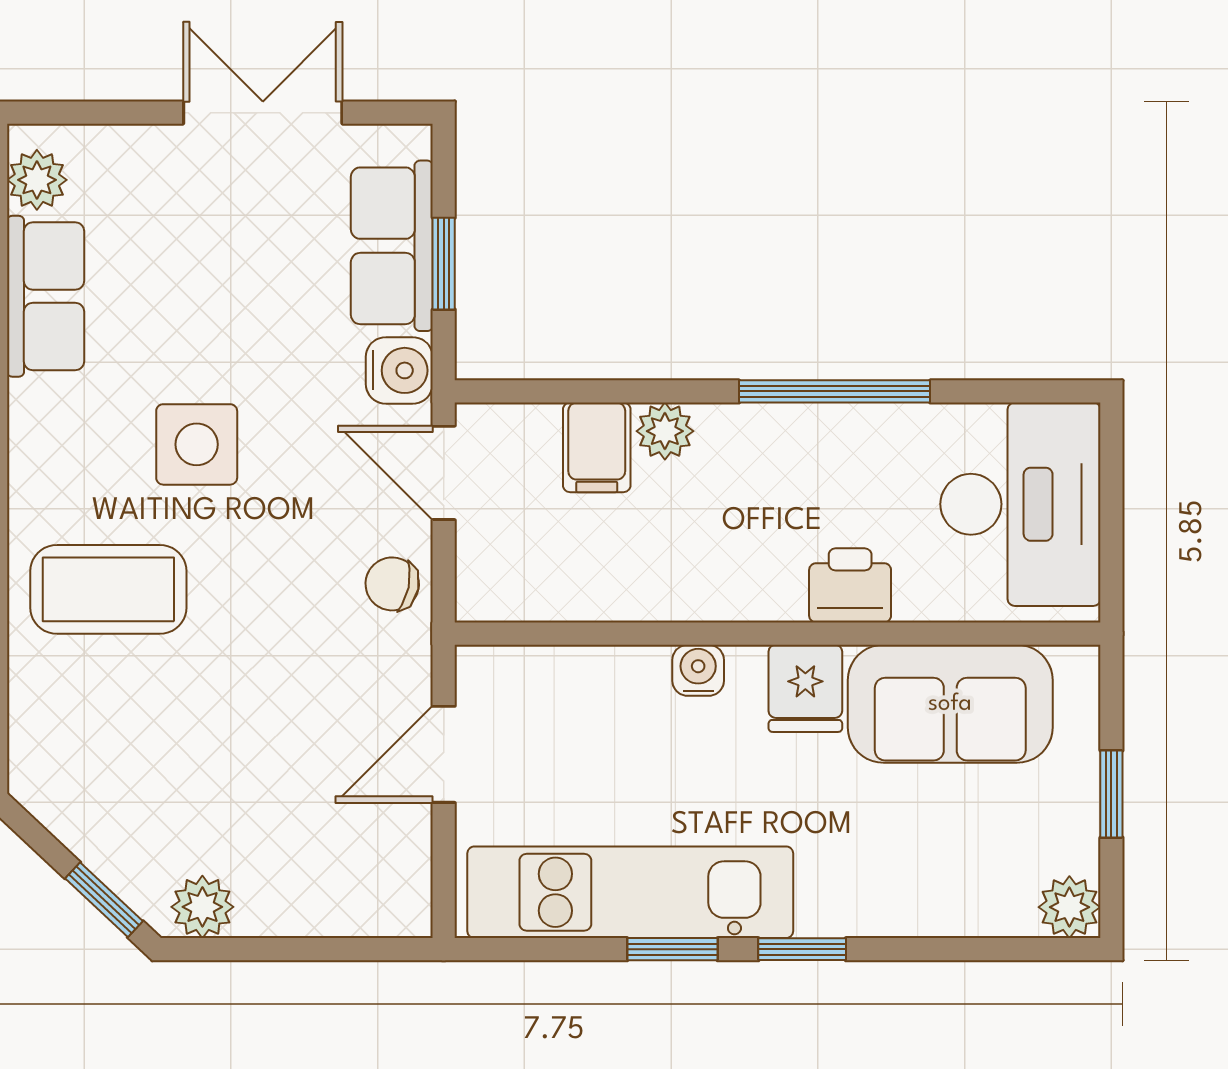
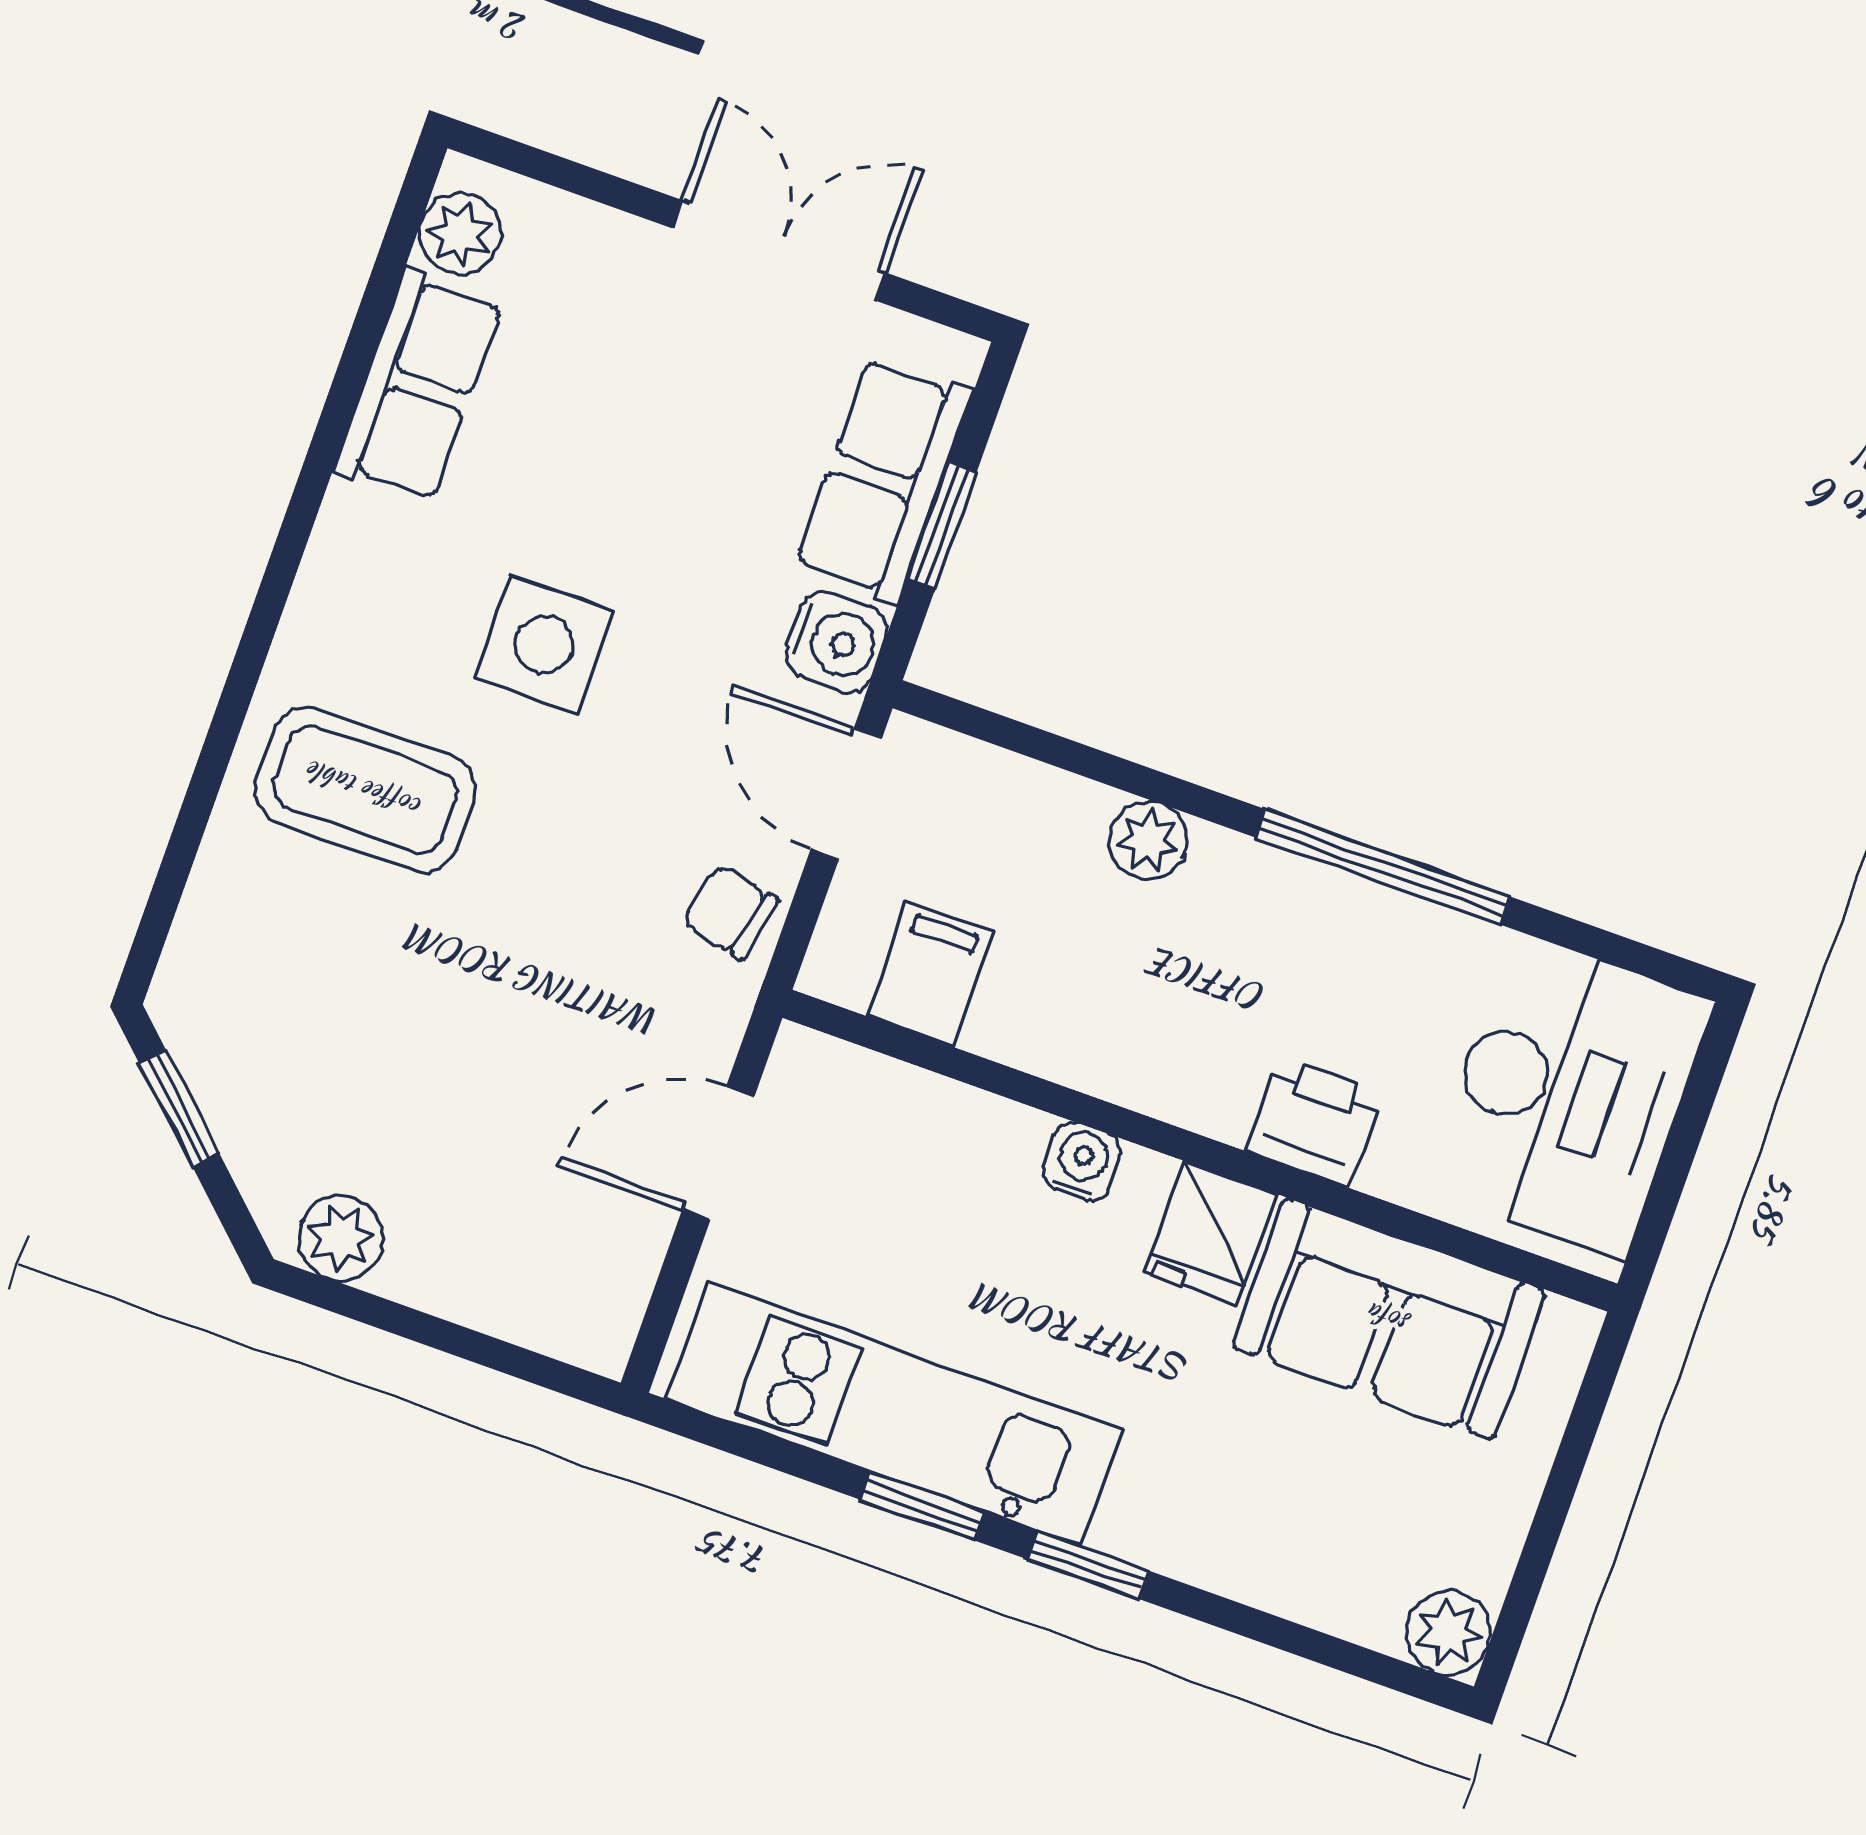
filing cabinet: (597, 447) -> (930, 974), moved, turned 180
window: (1111, 794) -> (1554, 1507), removed
window: (104, 900) -> (179, 1108), moved

